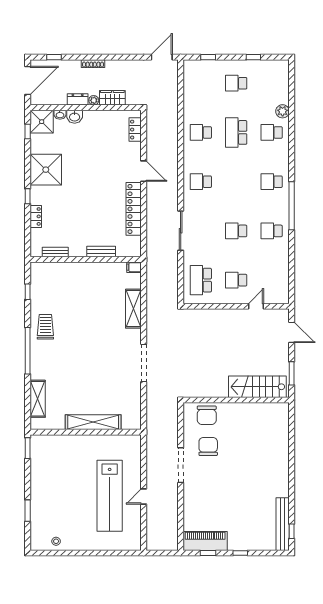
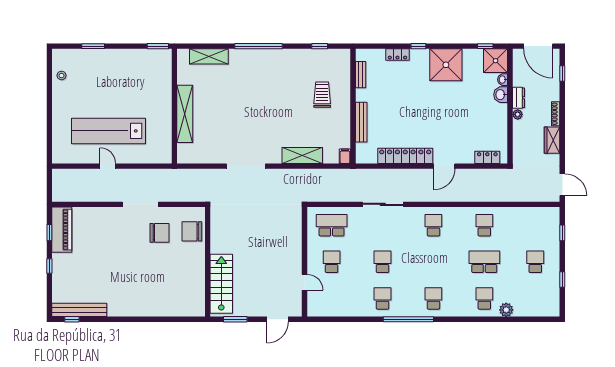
wardrobe: (112, 98) -> (552, 140), moved, turned 180
bench: (101, 252) -> (361, 122), width x1.36
trolley: (45, 327) -> (322, 95), moved, turned -90

